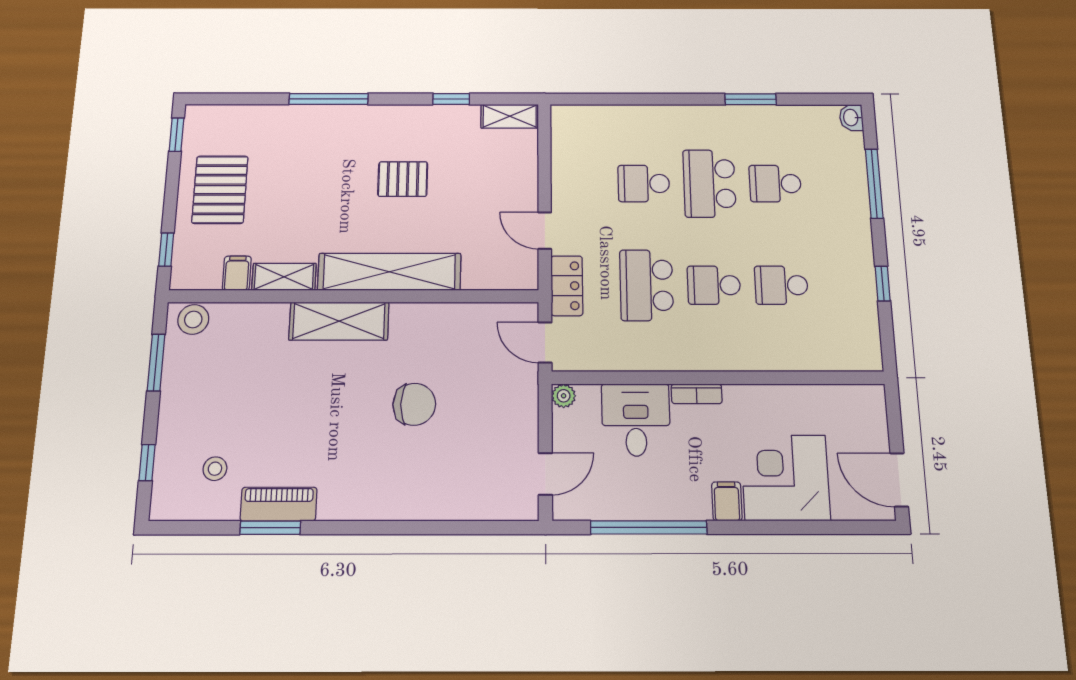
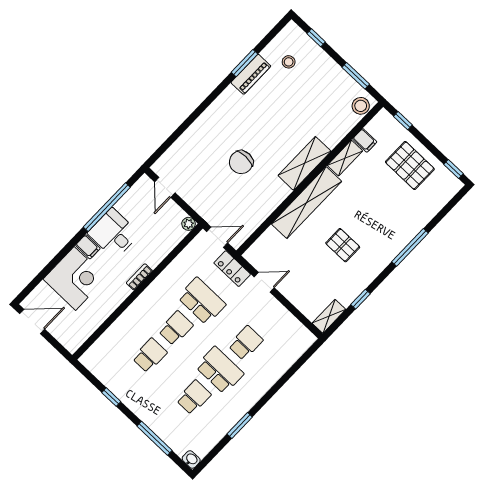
pallet: (403, 179) -> (343, 245), turned 90
desk: (636, 420) -> (114, 234), moved, turned 180

